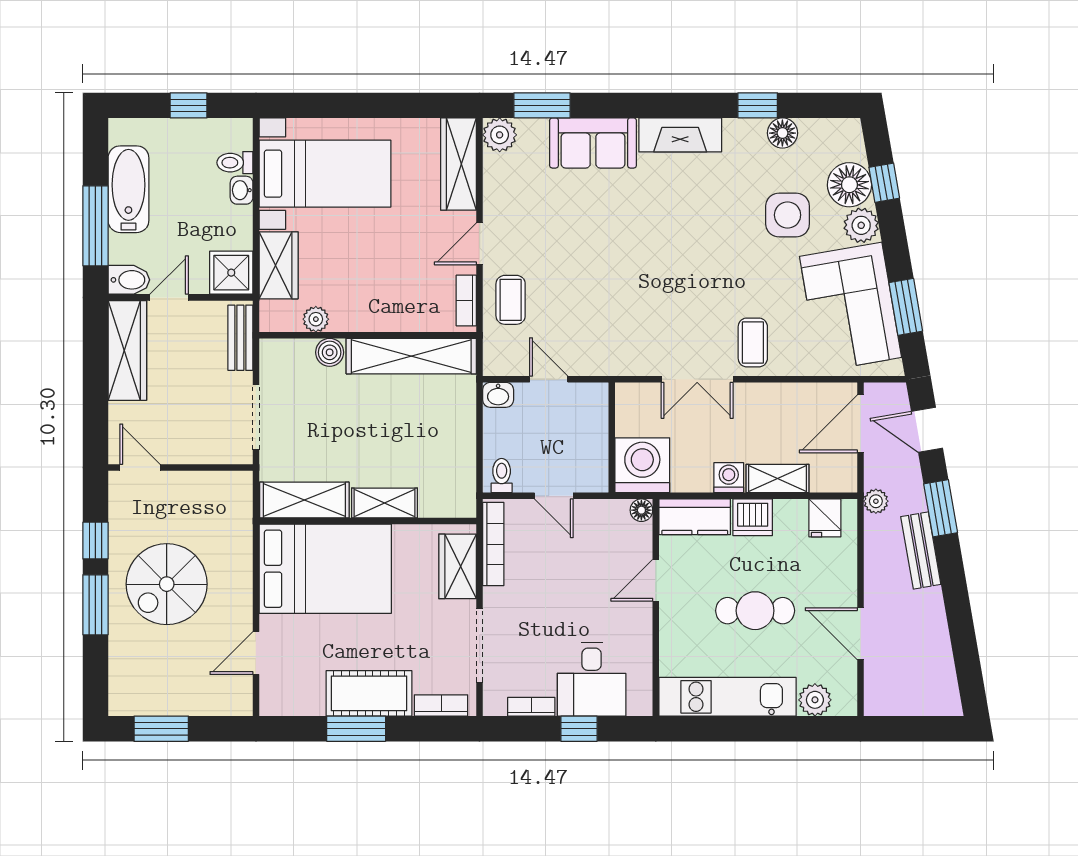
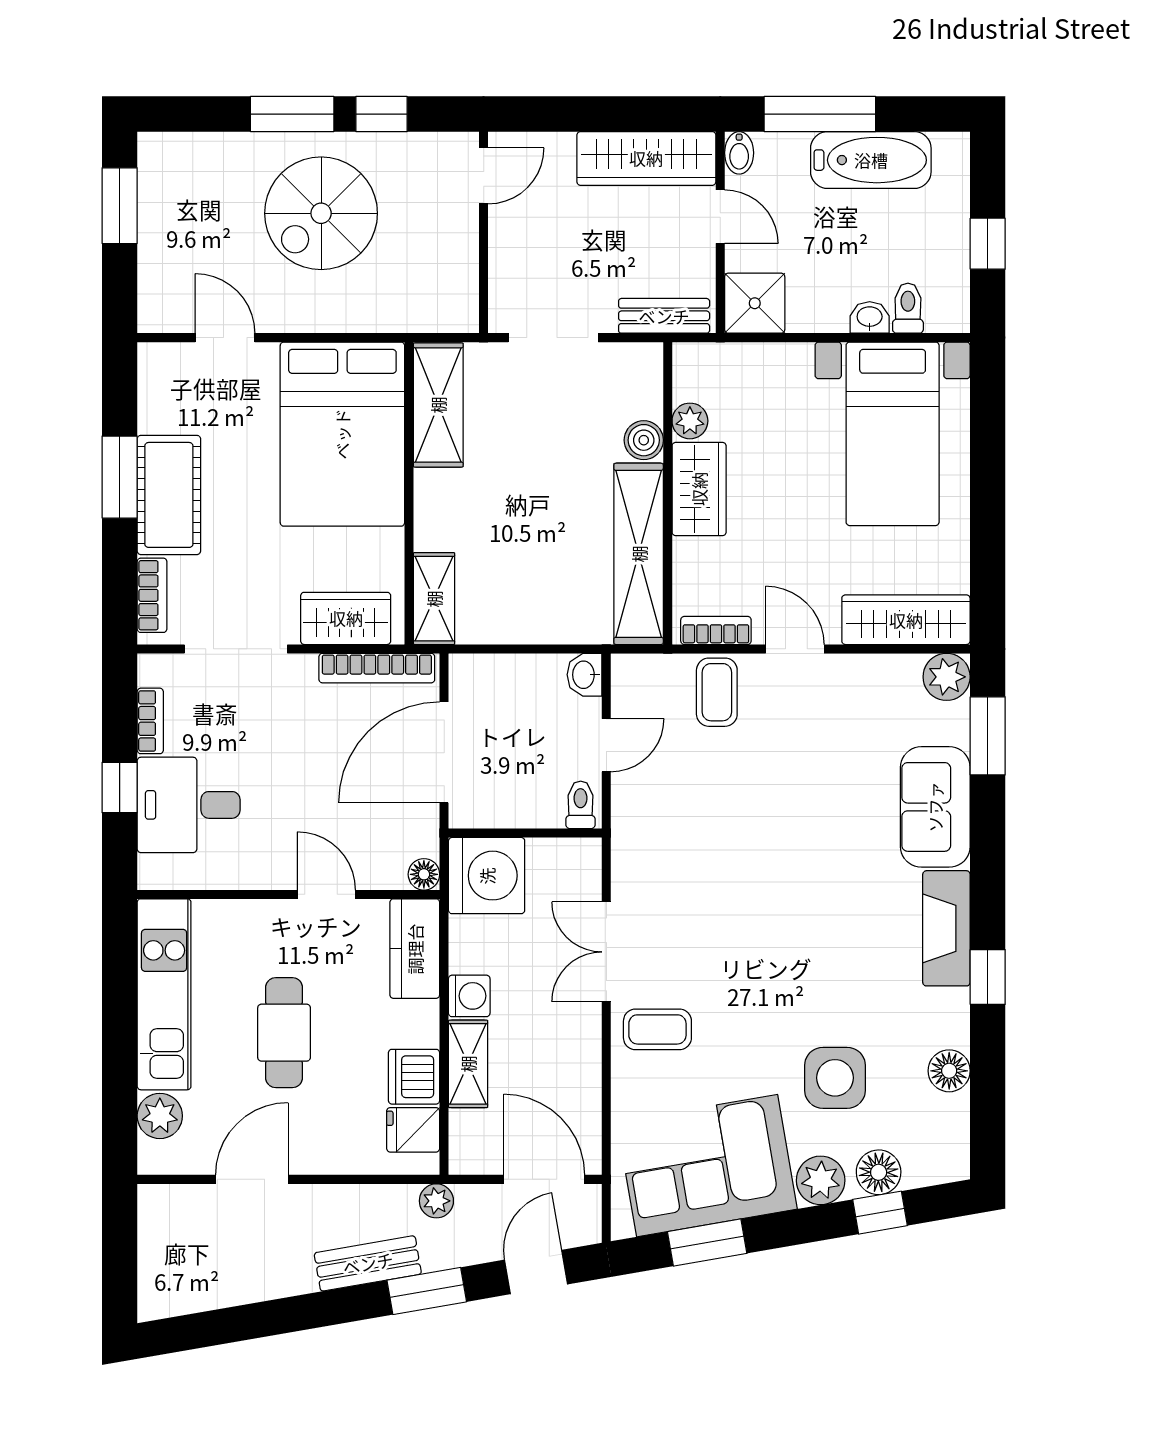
window: (758, 105) -> (988, 977), moved
floor lamp: (849, 185) -> (879, 1172), width x0.73, depth x0.73
wardrobe: (279, 265) -> (699, 489), moved, turned -90
bidet: (129, 280) -> (739, 153), width x0.72, depth x0.74
coffee table: (511, 300) -> (717, 692), turned 90
toilet: (502, 476) -> (581, 805), moved, turned -90
door: (554, 496) -> (444, 752), width x1.88
shelving: (385, 503) -> (434, 599), moved
dishwasher: (753, 517) -> (414, 1077), moved
spiral stairs: (167, 584) -> (321, 213), turned -90

